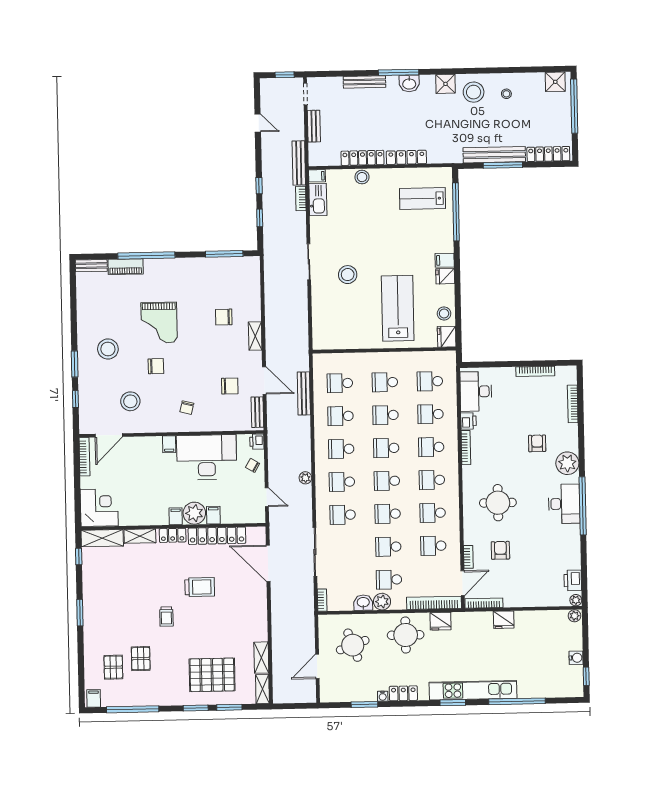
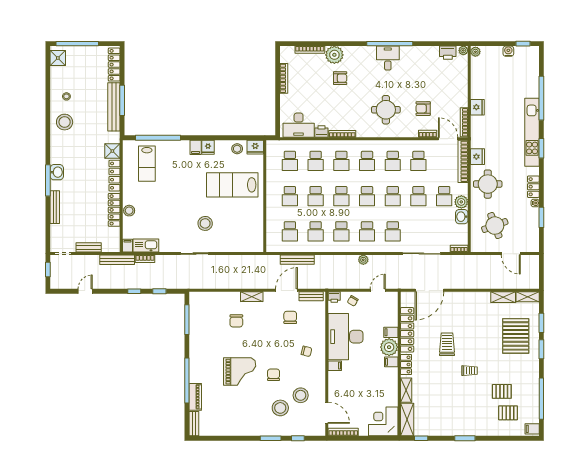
shower: (446, 84) -> (112, 151), moved
stool: (108, 349) -> (280, 408), moved
armchair: (537, 443) -> (340, 78), turned 180
plant: (567, 463) -> (334, 55), moved
desk: (564, 504) -> (388, 58), width x0.73

